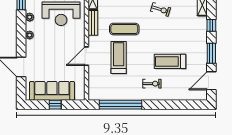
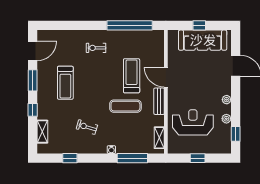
bench: (93, 23) -> (159, 101), moved
door: (86, 56) -> (166, 77), swing flipped
treadmill: (119, 58) -> (132, 76), turned 180
treadmill: (170, 61) -> (65, 83), moved, turned 90

